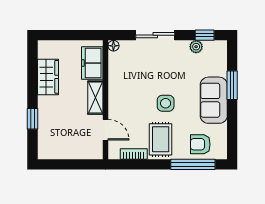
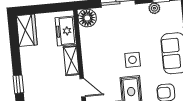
floor lamp: (113, 46) -> (87, 18), width x1.89, depth x1.89
wardrobe: (48, 77) -> (27, 30), moved

